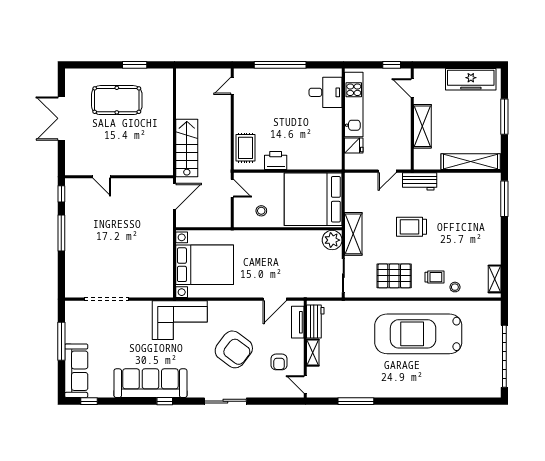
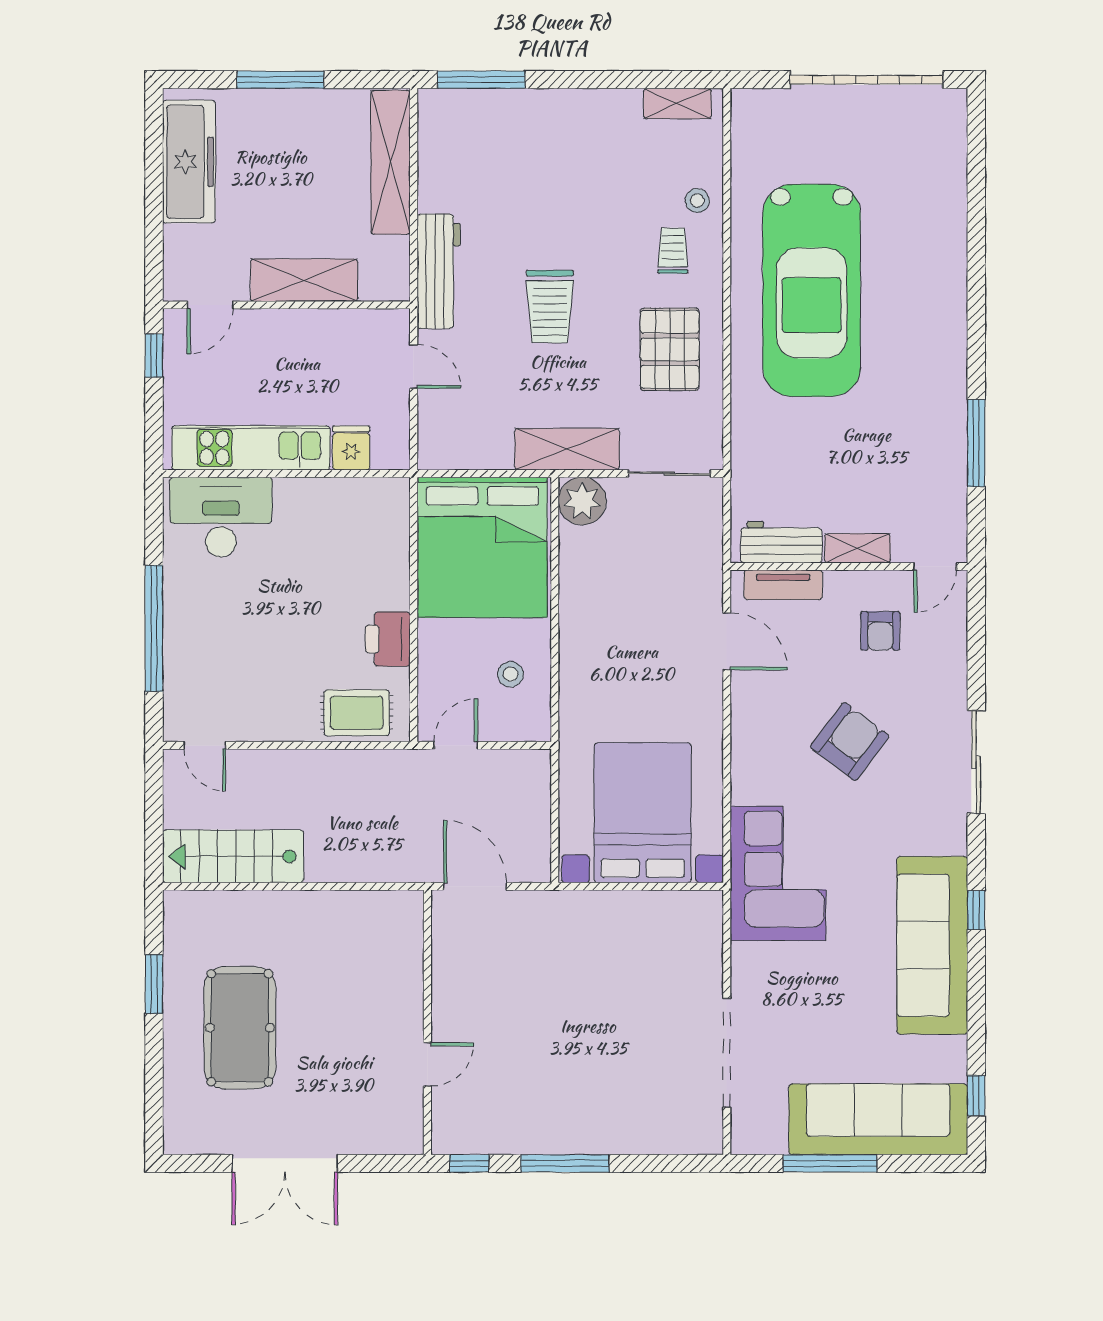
desk: (326, 92) -> (221, 517), width x1.37
stairs: (187, 148) -> (233, 856), moved
workbench: (420, 181) -> (439, 271), width x1.37
armchair: (234, 349) -> (850, 741), width x0.73, depth x0.73
armchair: (279, 362) -> (880, 631), turned 90
sofa: (76, 371) -> (878, 1119), width x1.36, depth x1.27

